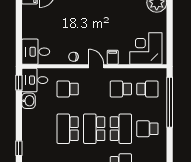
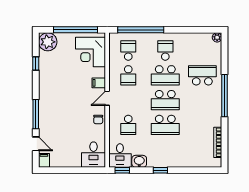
window: (170, 32) -> (75, 30), added
school desk: (121, 129) -> (165, 75), turned 180
school desk: (147, 129) -> (165, 51), turned 180
window: (19, 148) -> (160, 170), moved

